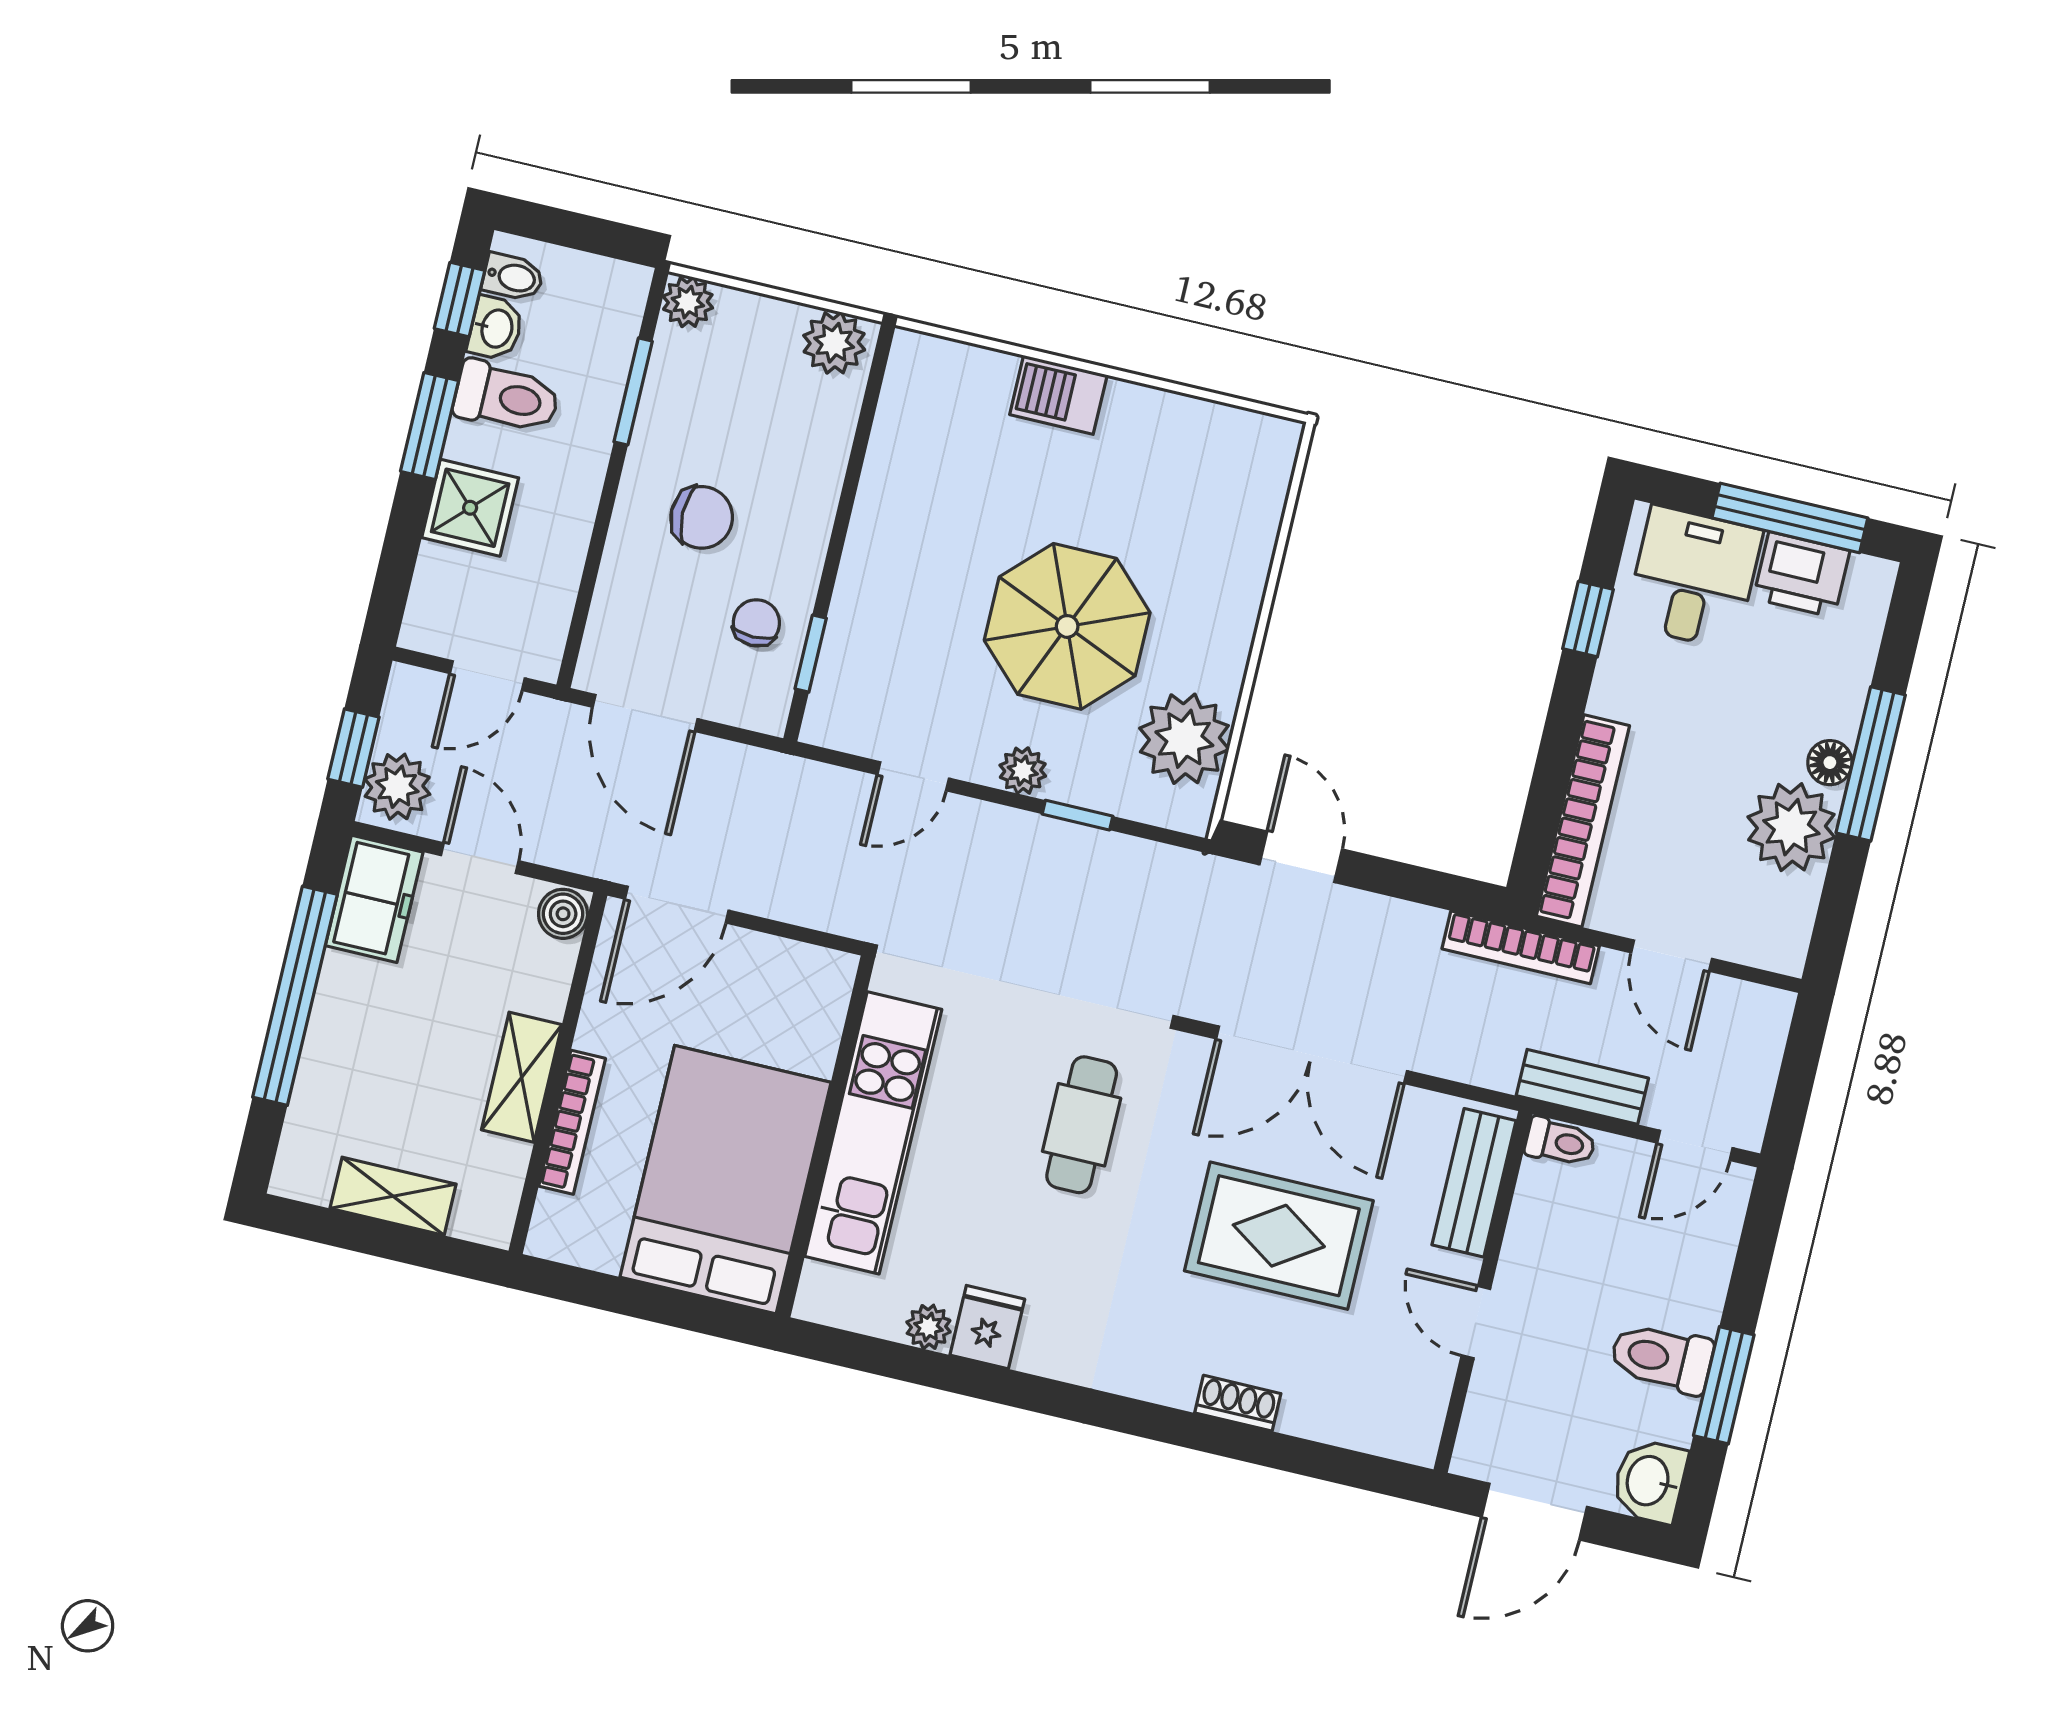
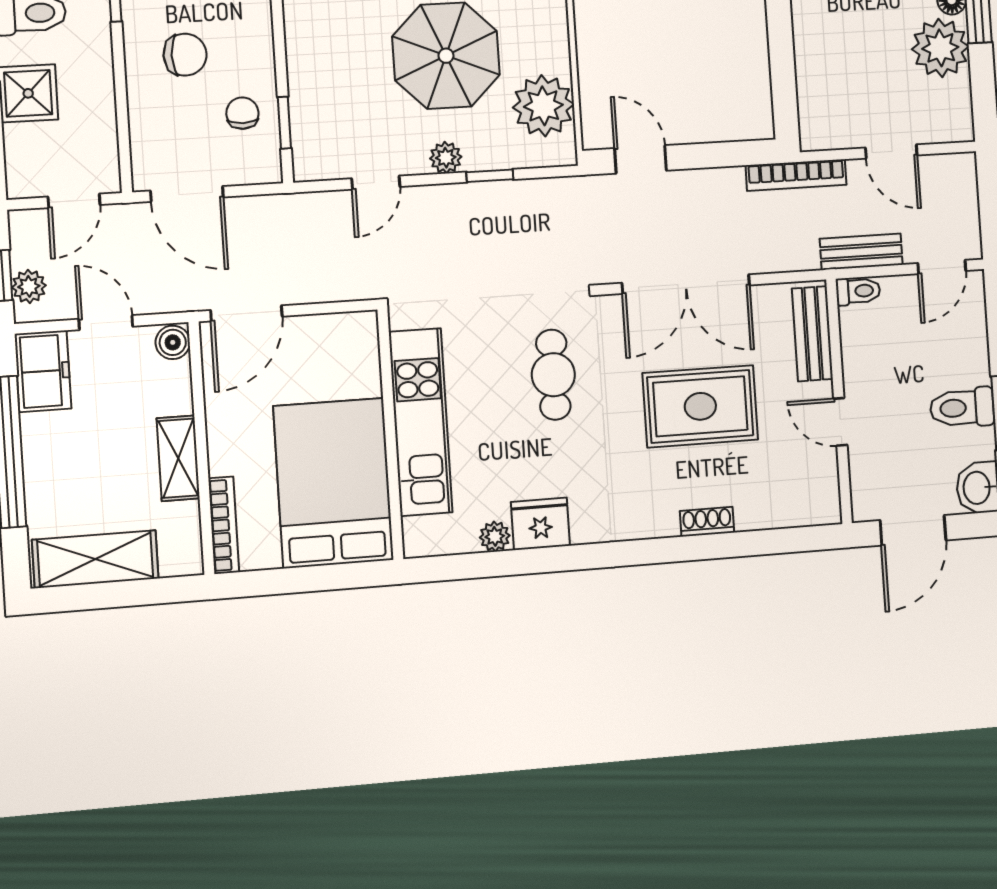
plant: (397, 787) -> (29, 286), width x0.73, depth x0.73
bookcase: (1583, 821) -> (810, 83), removed
bookcase: (572, 1122) -> (224, 525), moved
shelving: (393, 1196) -> (95, 559), width x1.50, depth x1.33
fridge: (987, 1327) -> (540, 524), width x1.38

